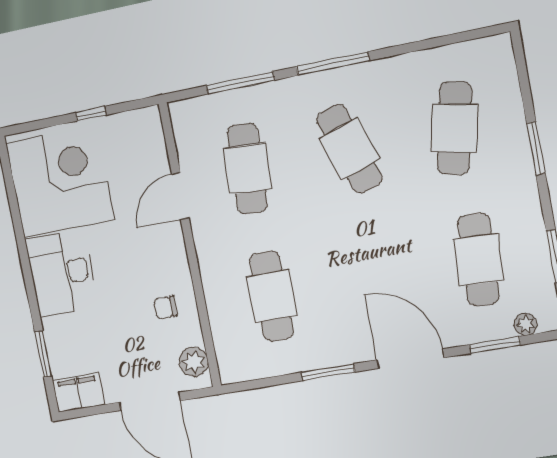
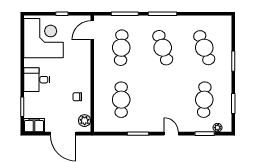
cafe table: (454, 128) -> (204, 48), turned -33
door: (180, 196) -> (92, 30), moved
desk: (62, 273) -> (37, 80), width x0.73
door: (410, 359) -> (171, 134), width x0.53

